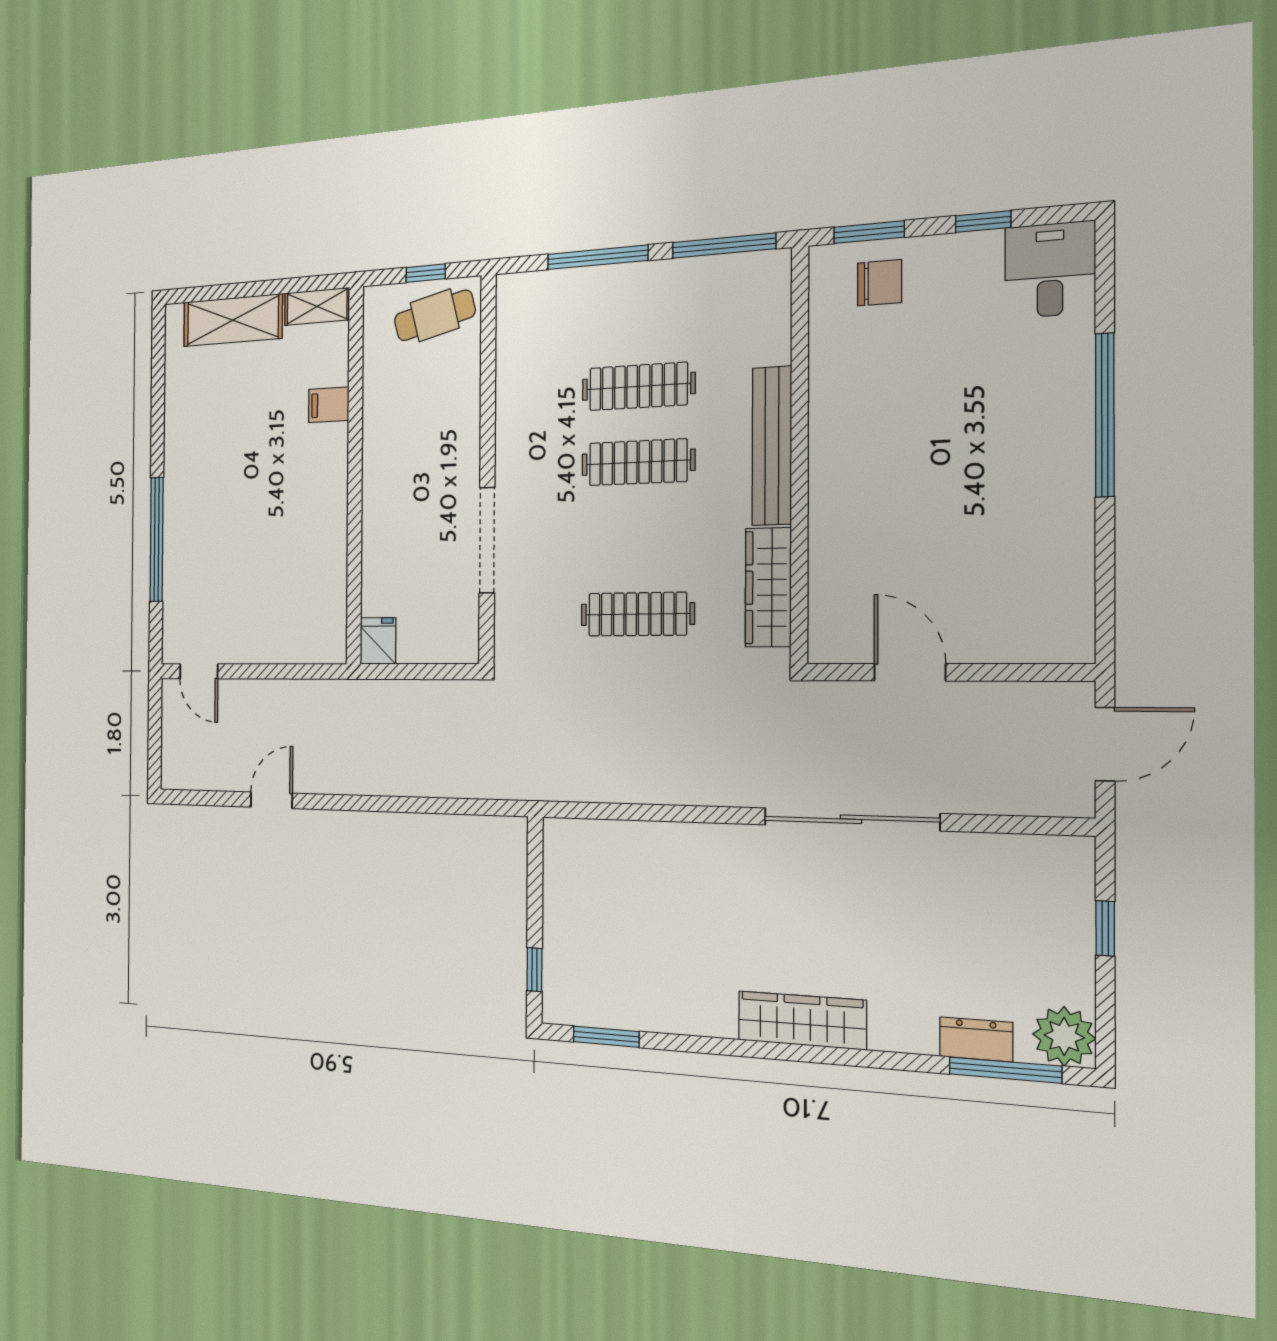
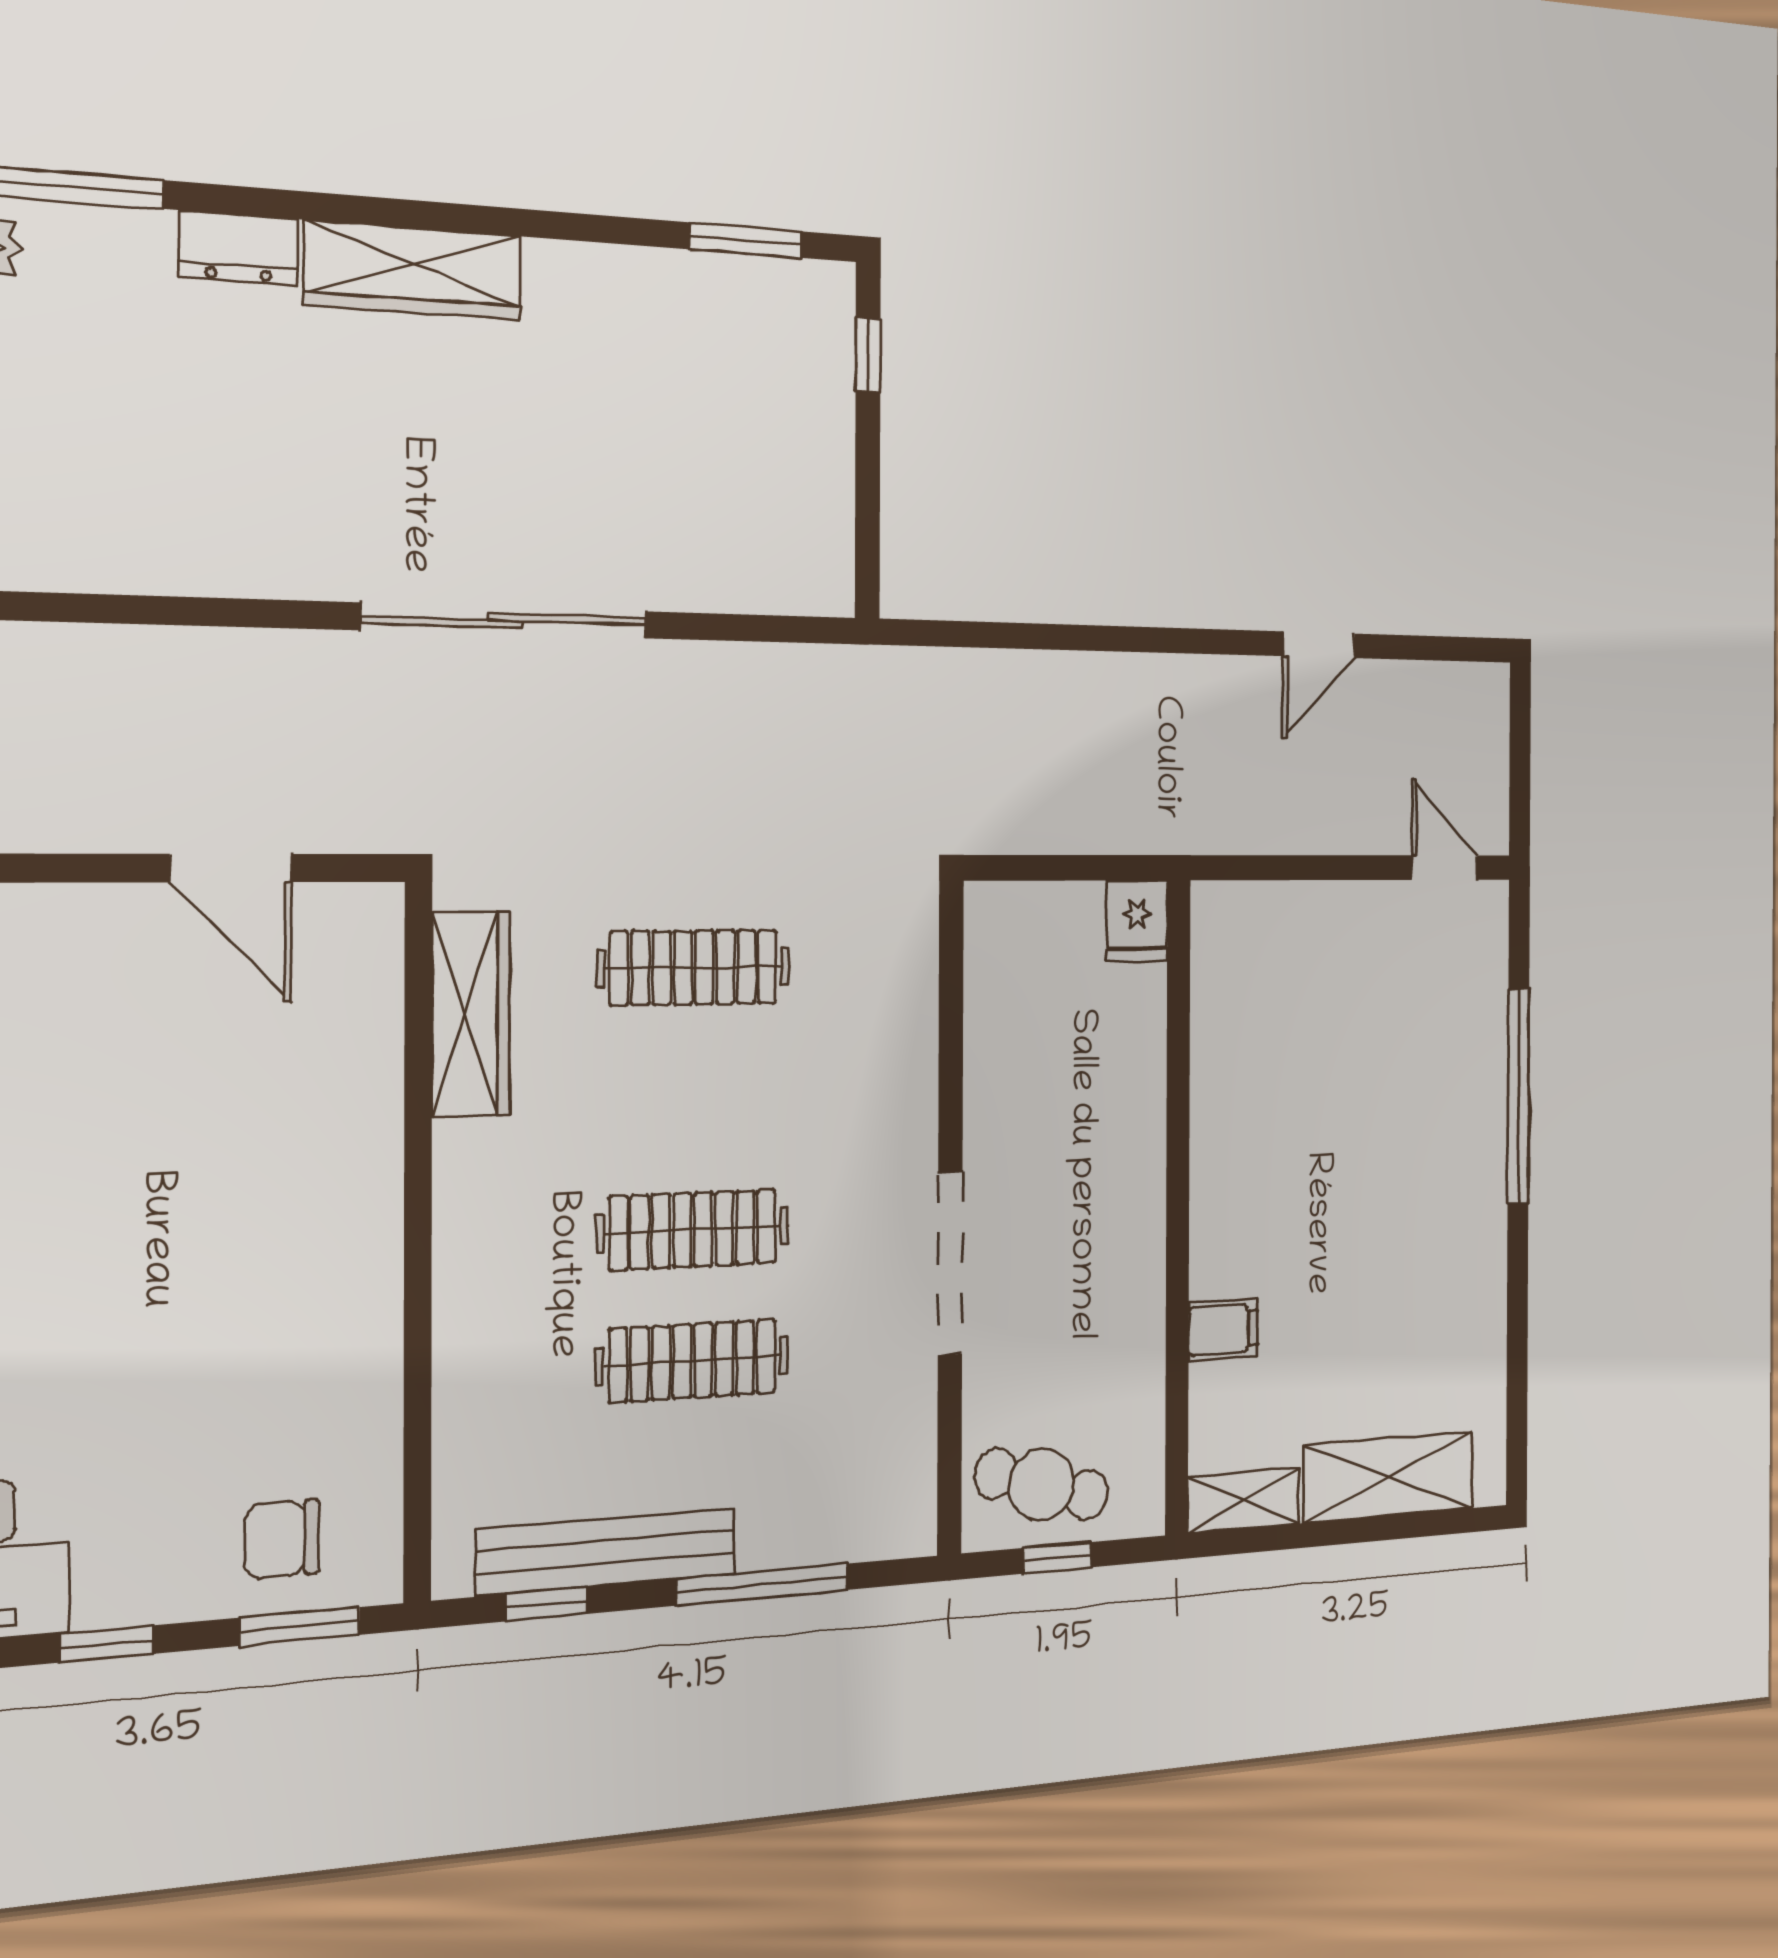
window: (724, 246) -> (547, 1604), width x0.46
cafe table: (435, 315) -> (1042, 1484), turned 30
bench: (772, 446) -> (607, 1552), moved, turned 90
doorway: (487, 540) -> (950, 1263), moved
sliding door: (851, 819) -> (505, 621), moved
dresser: (976, 1039) -> (239, 248), moved

